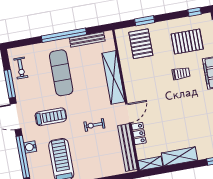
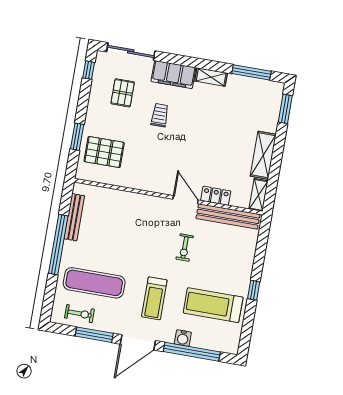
pallet: (187, 42) -> (123, 93), width x0.67, depth x0.71
exercise mat: (61, 73) -> (94, 283), moved
shelving: (113, 77) -> (134, 202), removed
treadmill: (51, 117) -> (154, 298), turned 180

